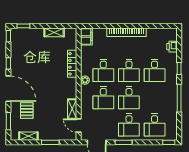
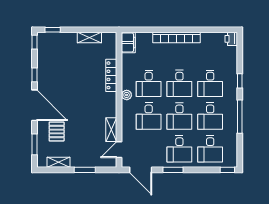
printer: (172, 47) -> (231, 39), moved
desk: (155, 98) -> (210, 116), added
door: (79, 126) -> (119, 150), hinge flipped

